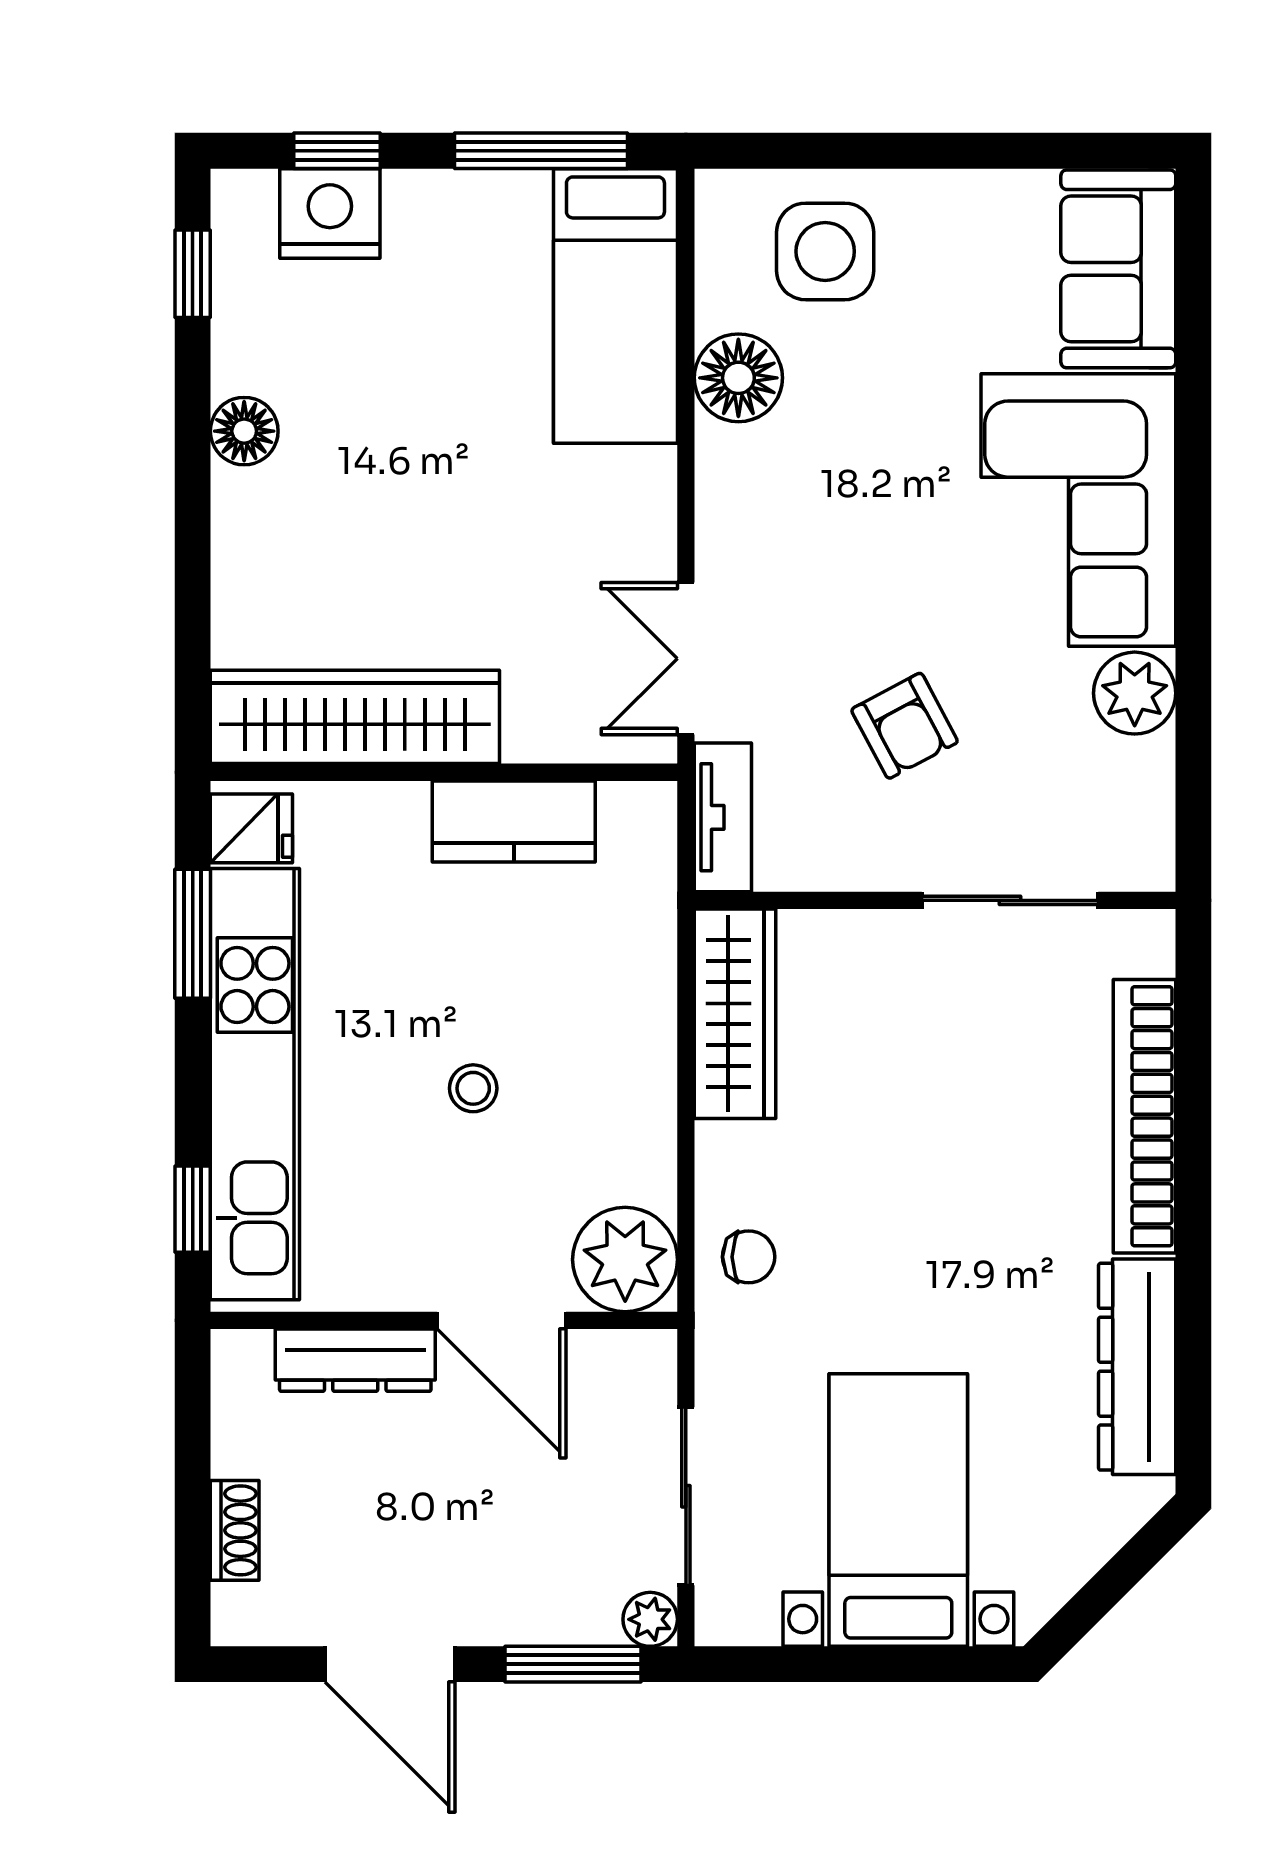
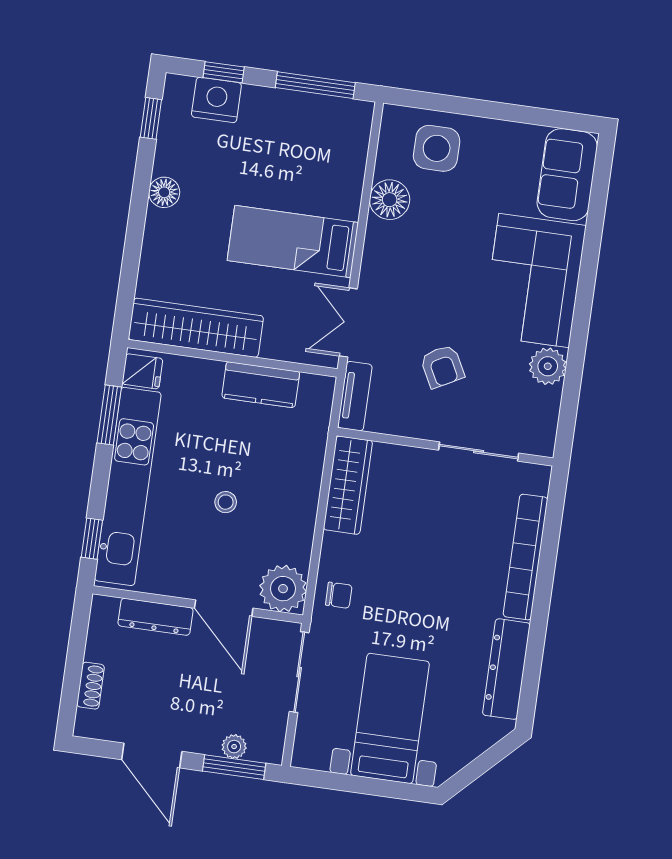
bed: (615, 306) -> (293, 242), moved, turned 90
sliding door: (686, 1496) -> (299, 672), moved
plant: (650, 1619) -> (234, 747), moved

